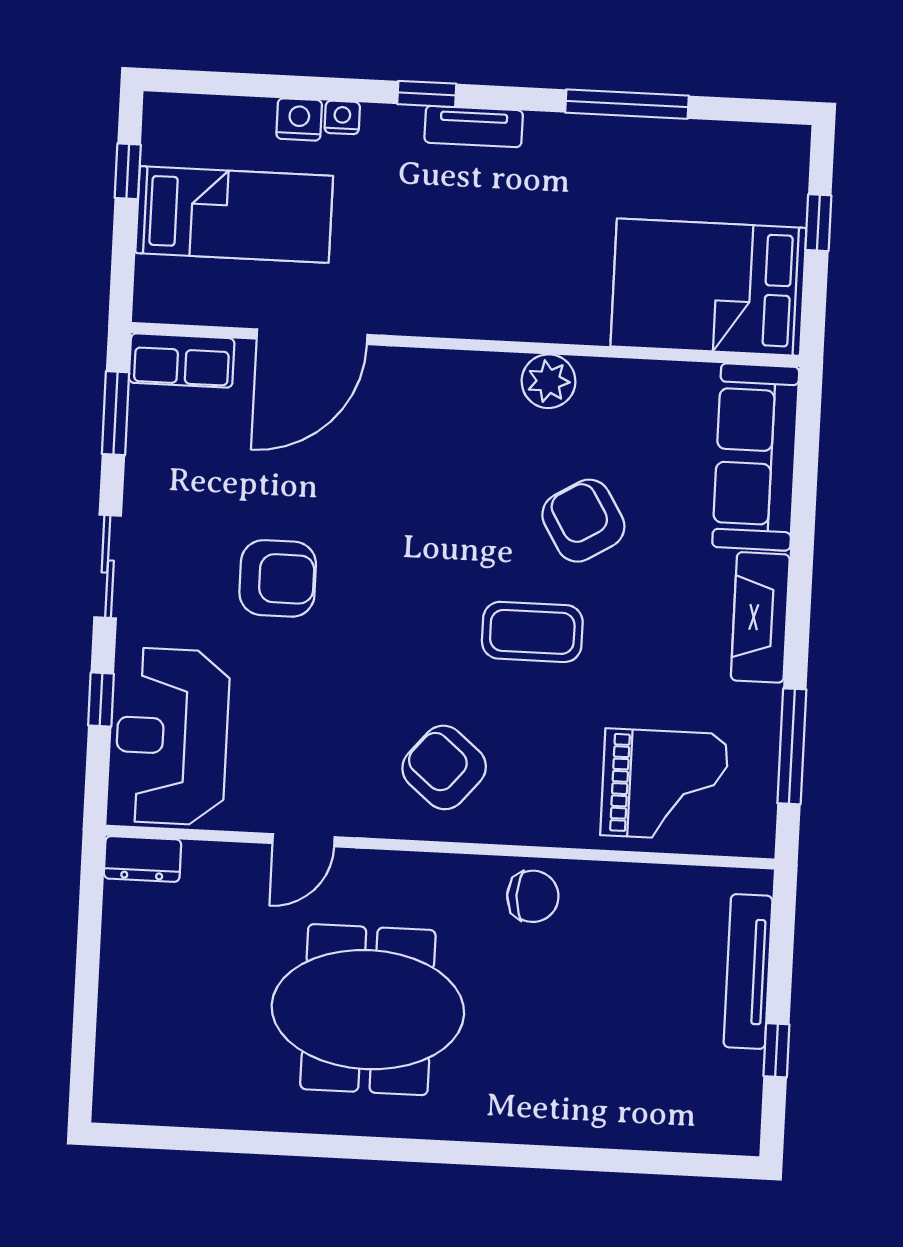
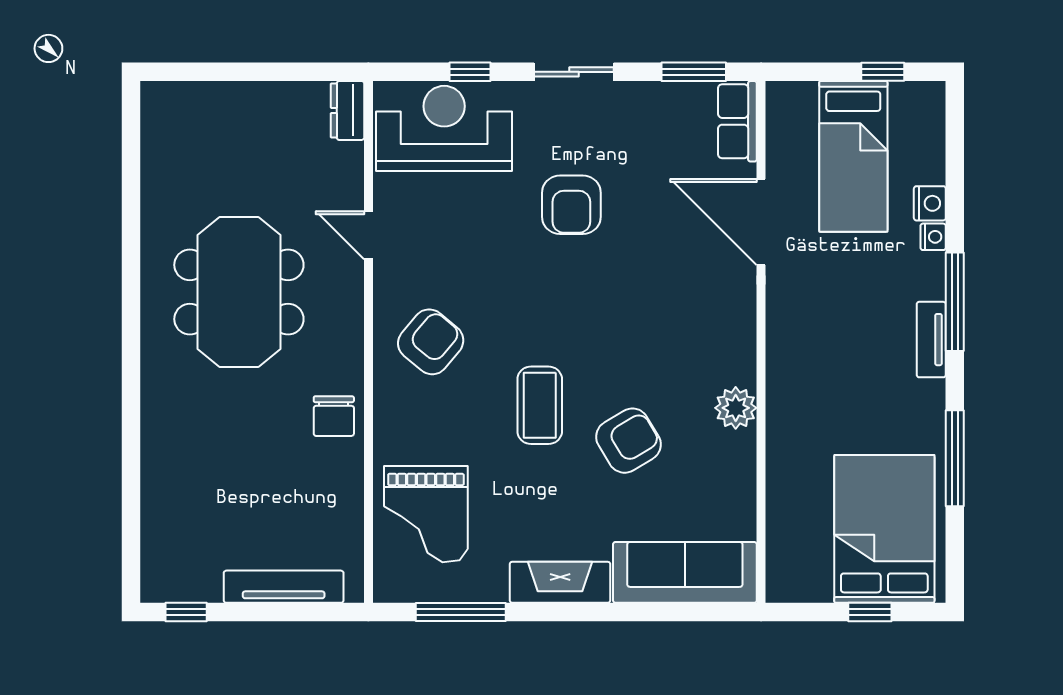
window: (427, 94) -> (955, 302), width x2.17
bed: (708, 287) -> (884, 529), moved
window: (776, 1050) -> (186, 612), moved

